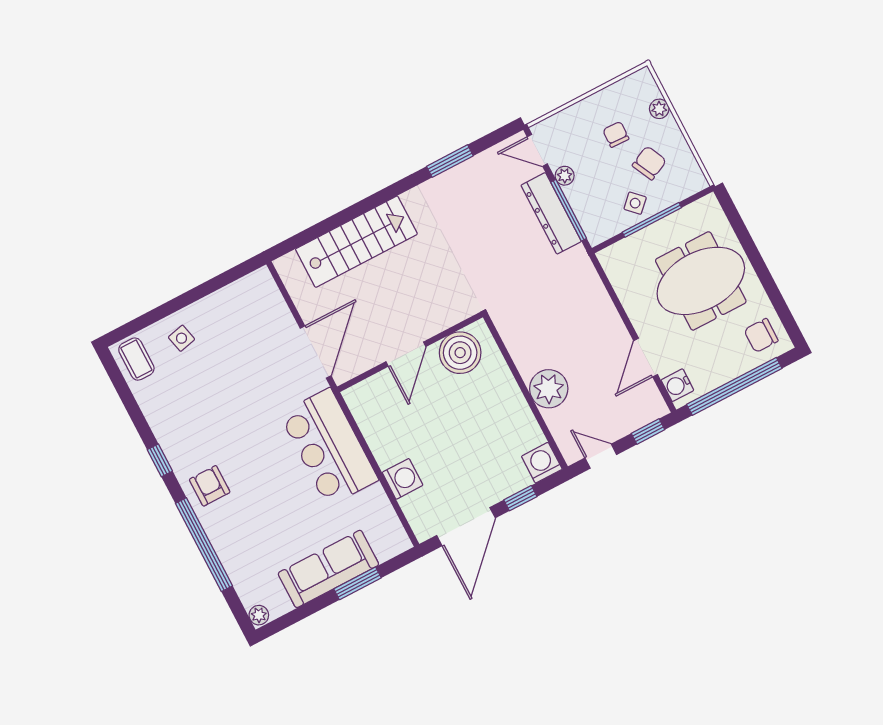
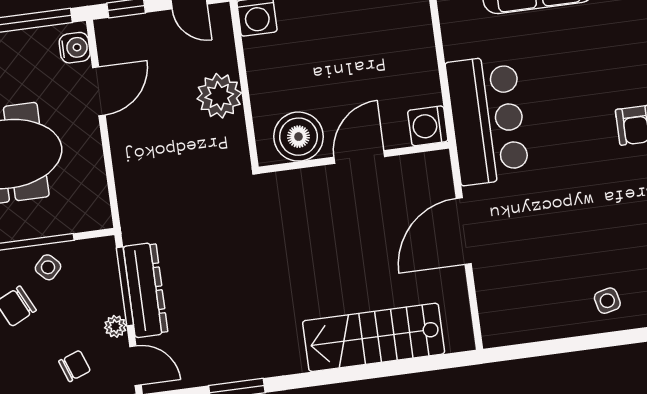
chair: (616, 134) -> (75, 366), moved, turned -112
wall: (410, 352) -> (354, 158), moved
boiler: (460, 353) -> (299, 137), moved
door: (406, 354) -> (359, 157), moved
washing machine: (403, 479) -> (428, 126), moved

